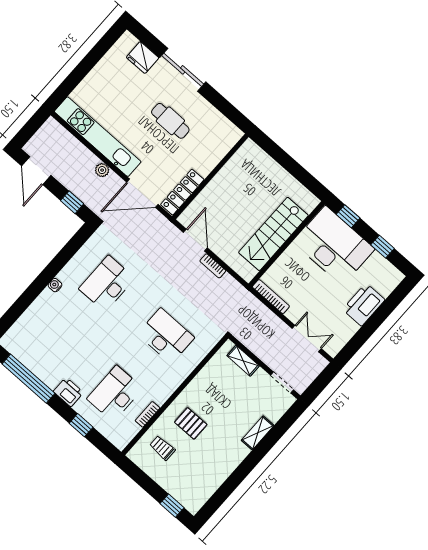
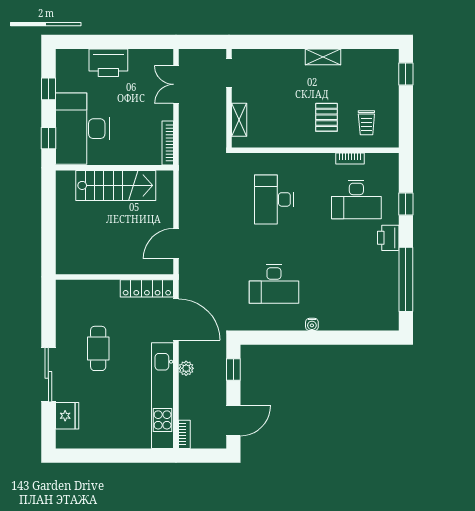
bookcase: (213, 266) -> (184, 434), moved
shelving: (258, 433) -> (323, 57), moved

